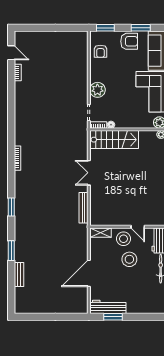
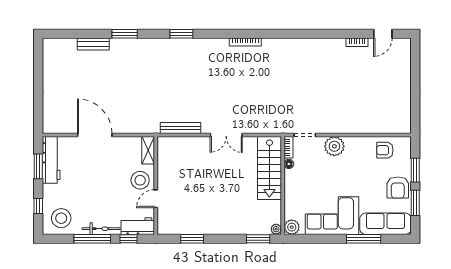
window: (105, 28) -> (415, 170), moved
double door: (89, 173) -> (226, 135), swing flipped
stool: (129, 259) -> (61, 218), moved
window: (143, 317) -> (38, 206), added

